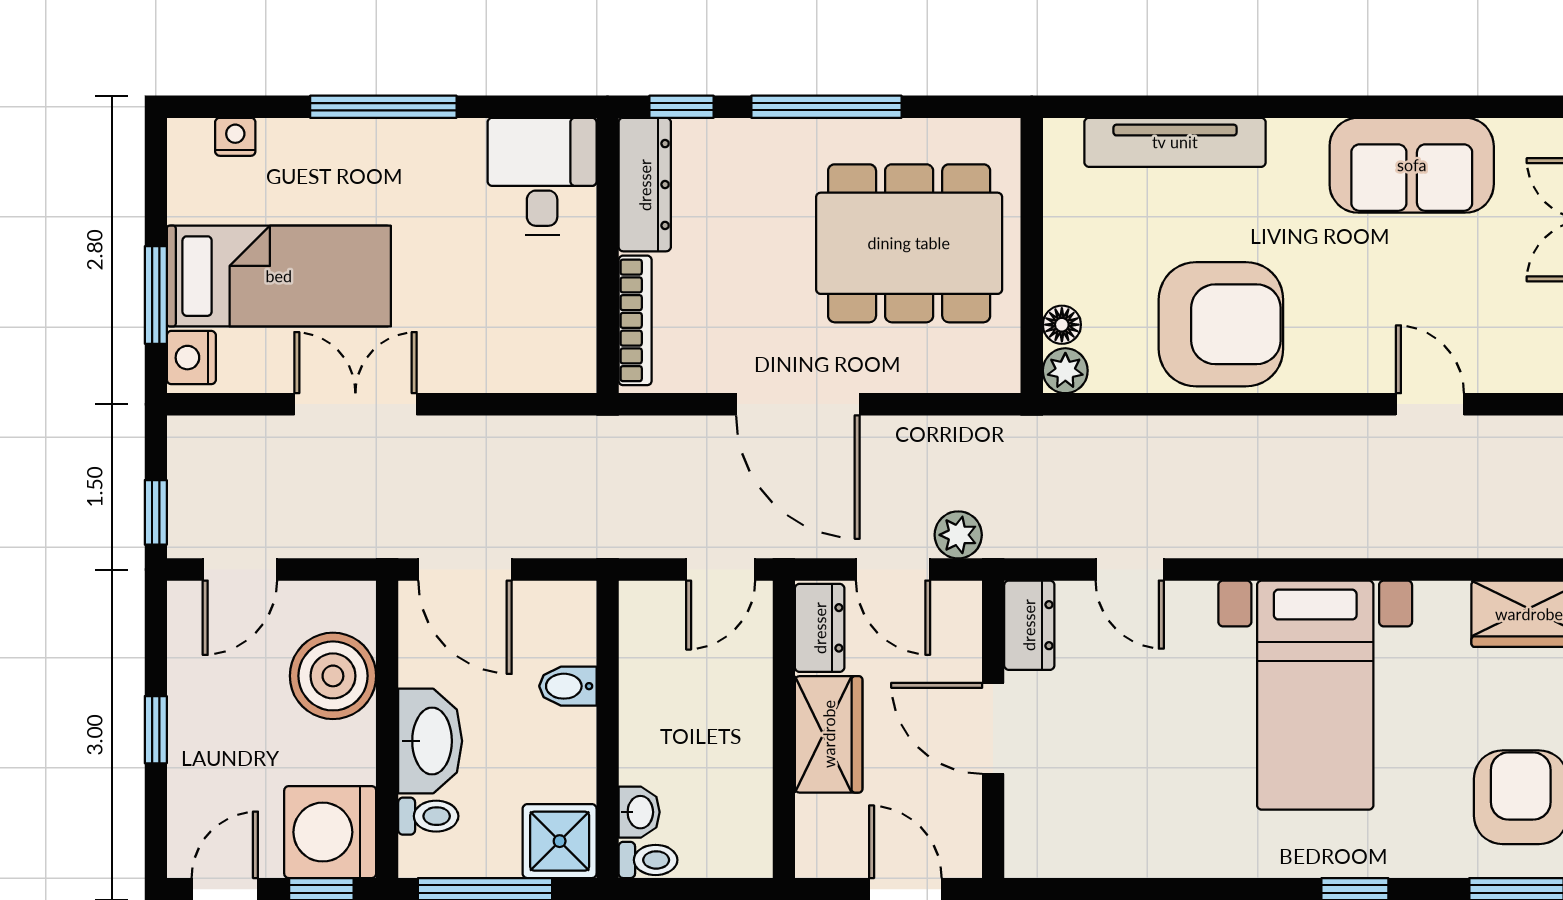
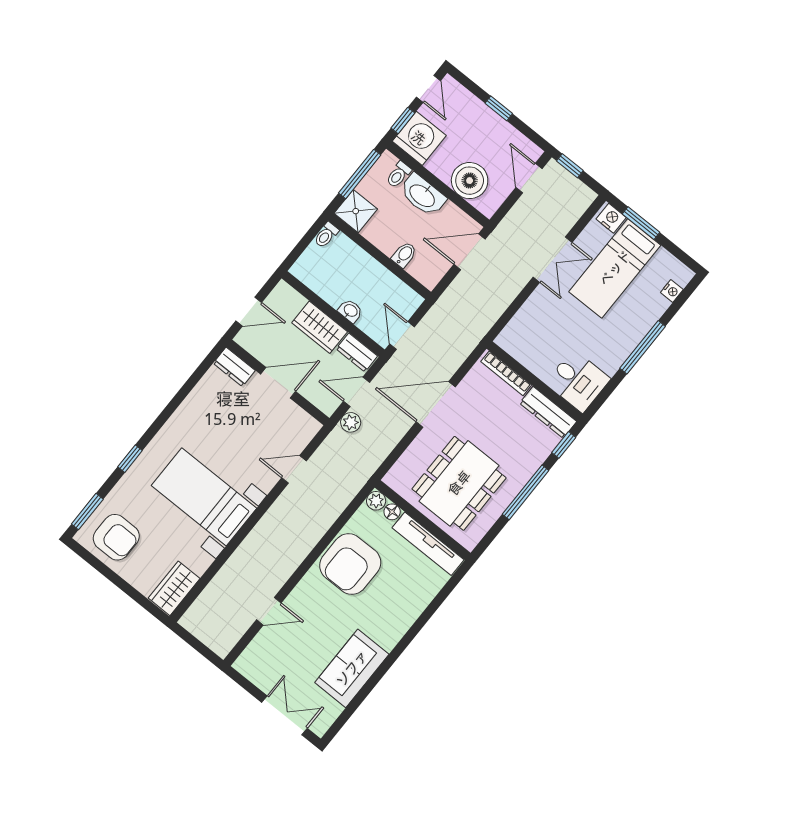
tv unit: (1175, 142) -> (428, 544), moved, turned -90
dresser: (1029, 625) -> (234, 367), moved
washbasin: (639, 812) -> (350, 311), moved, turned 180

